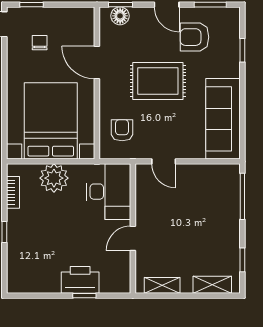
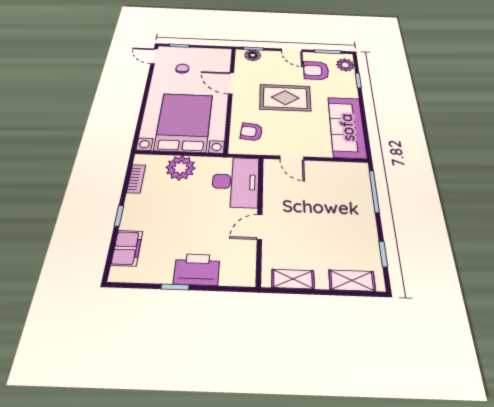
plant: (230, 26) -> (345, 65), added
armchair: (122, 130) -> (251, 132), turned -84
filing cabinet: (17, 263) -> (127, 248), added
window: (84, 296) -> (175, 287), moved

